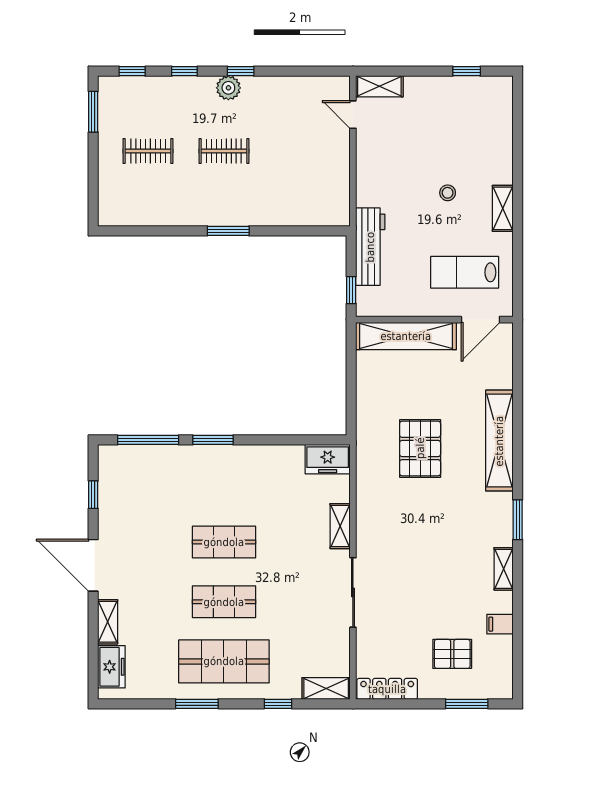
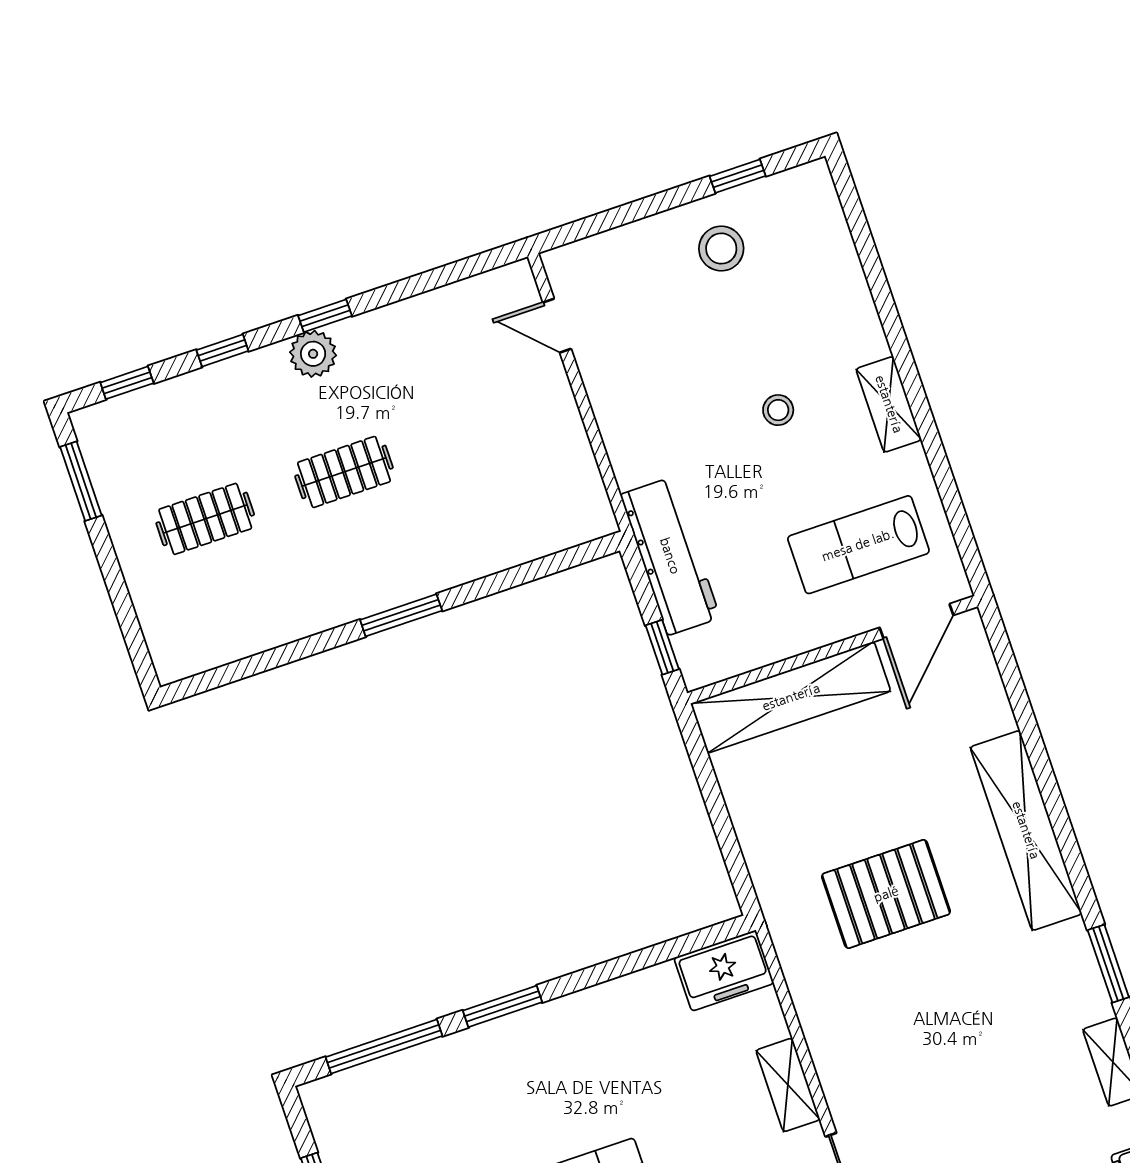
shelving: (379, 86) -> (588, 258), removed
stool: (446, 104) -> (721, 249), added
pallet: (420, 448) -> (886, 894), turned 90

